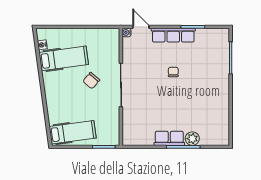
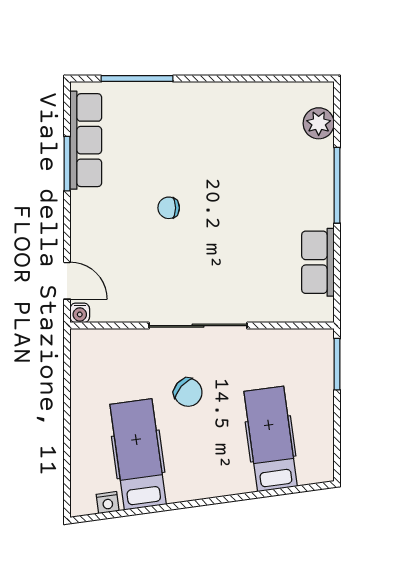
door: (141, 27) -> (67, 281), swing flipped
row of seats: (173, 35) -> (86, 140), moved
hospital bed: (73, 132) -> (271, 439), moved
row of seats: (169, 138) -> (318, 262), moved
plant: (192, 139) -> (319, 123), moved

